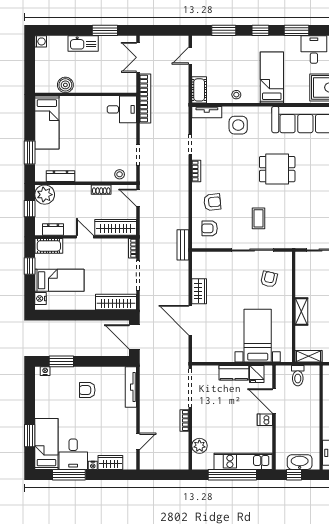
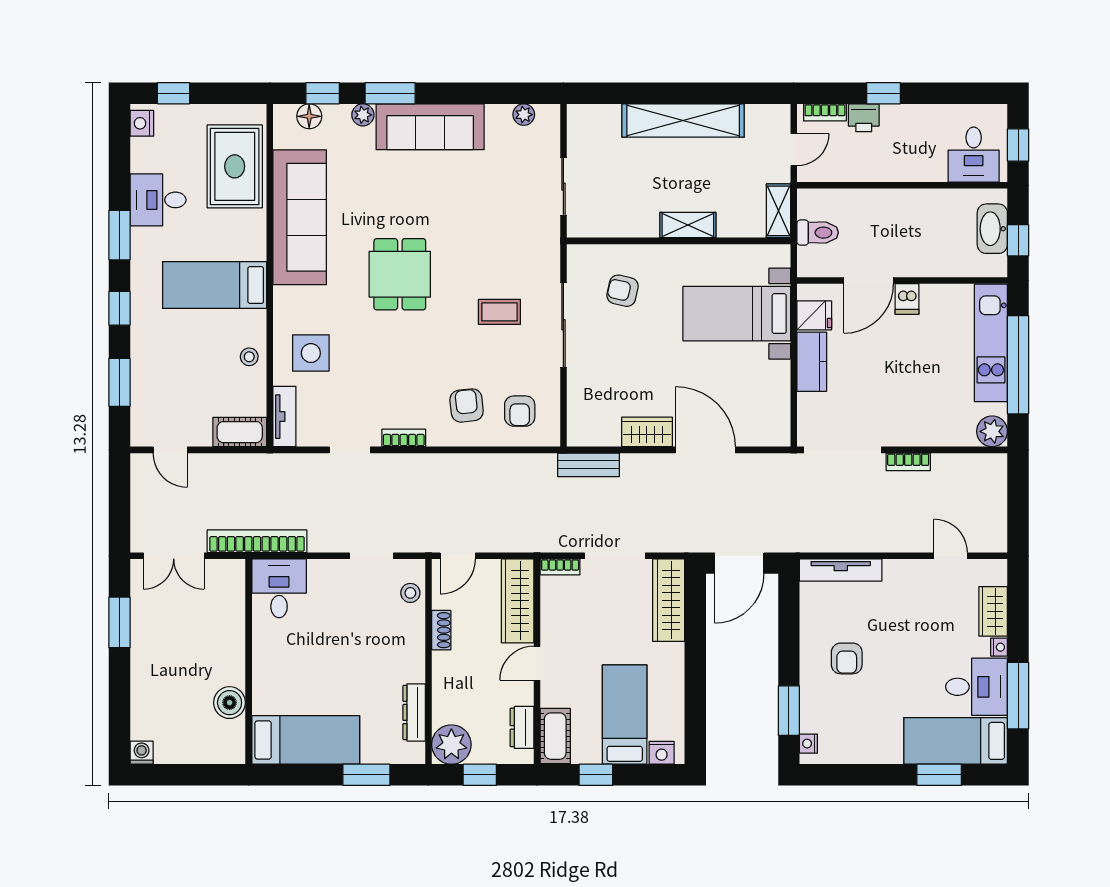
kitchen sink: (83, 44) -> (146, 667), removed
bench: (183, 245) -> (588, 465), moved
door: (190, 320) -> (705, 450), swing flipped
plant: (199, 446) -> (992, 431), moved

